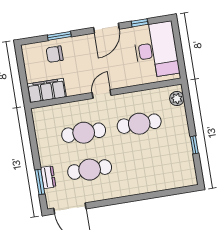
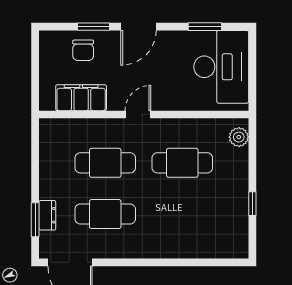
window: (140, 23) -> (205, 27), width x1.50
door: (106, 28) -> (139, 27), moved
chair: (55, 54) -> (83, 50), turned -90
filing cabinet: (47, 90) -> (81, 98), moved

